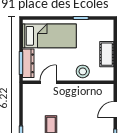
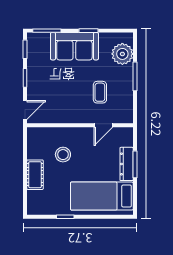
door: (48, 82) -> (103, 125), moved
wall: (68, 82) -> (80, 125), moved

